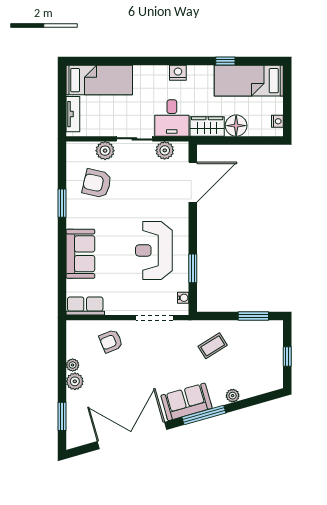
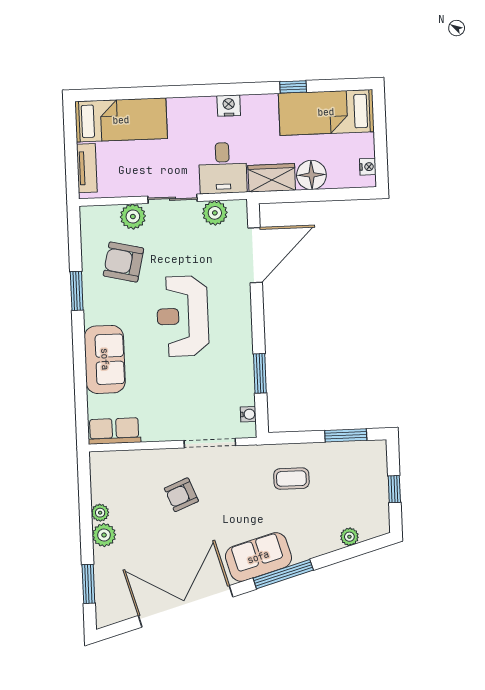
reception desk: (154, 250) -> (183, 316), moved
armchair: (111, 341) -> (181, 495), moved
coffee table: (213, 346) -> (291, 479), turned 32
plant: (233, 396) -> (349, 537), moved

